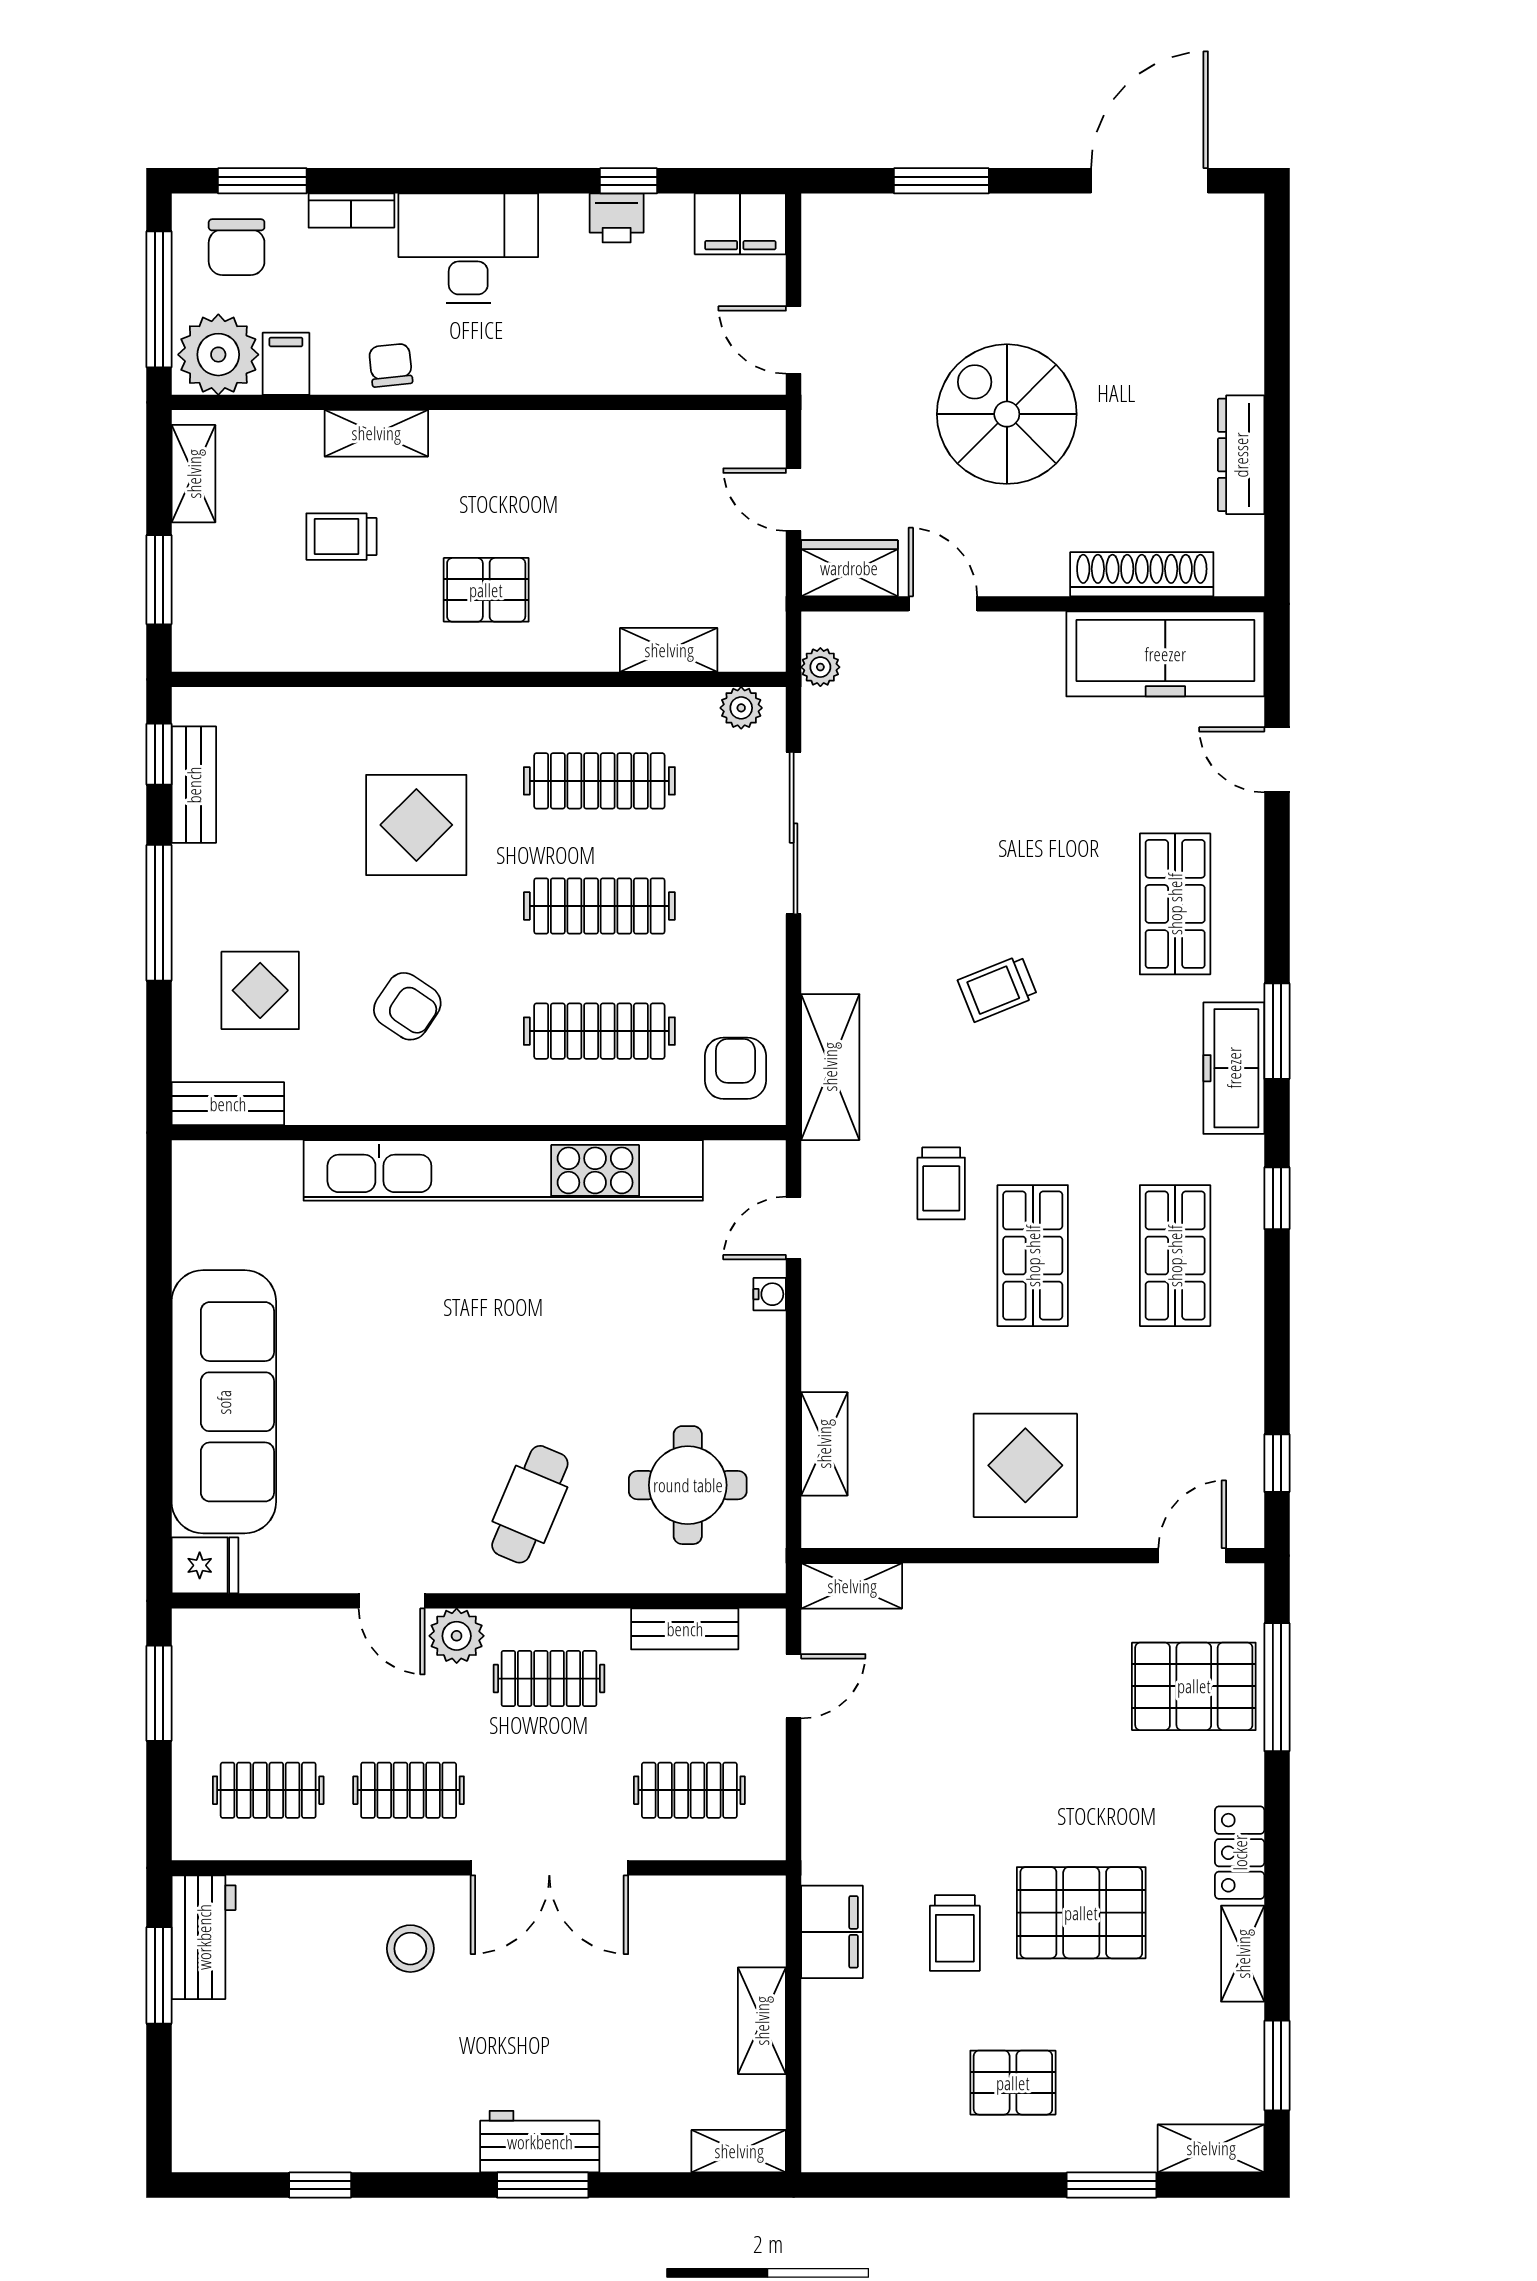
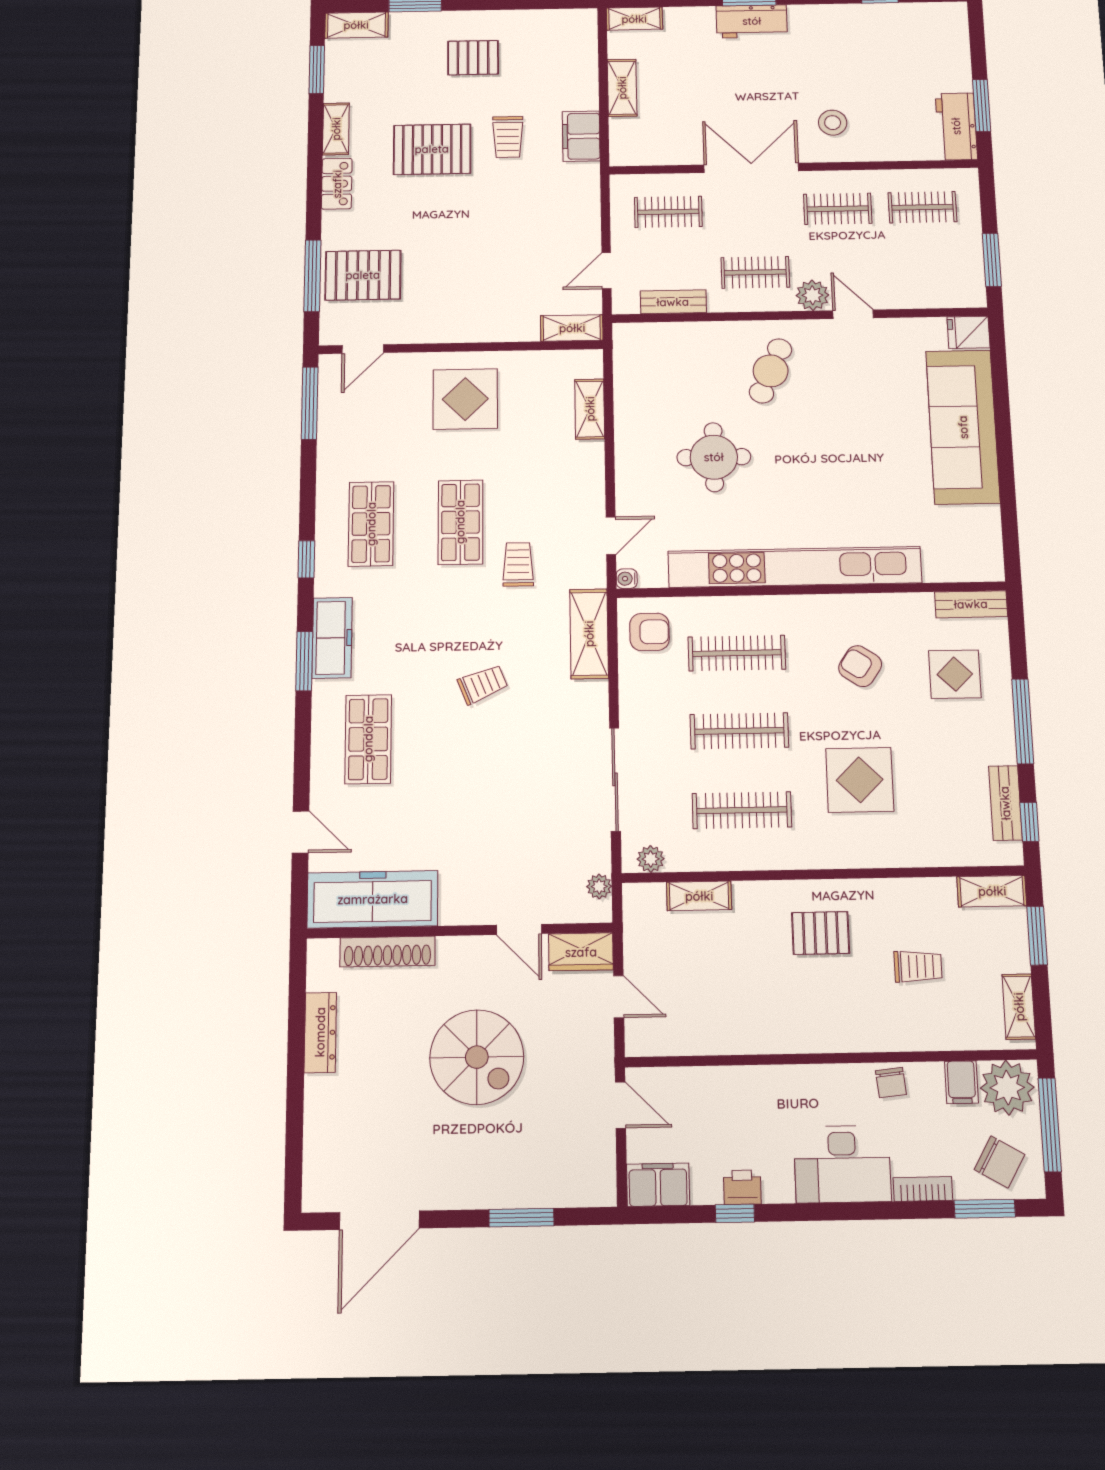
chair: (237, 247) -> (999, 1162), turned 120
shelving: (376, 433) -> (992, 891), moved
armchair: (735, 1068) -> (649, 632), turned -90
water cooler: (770, 1294) -> (627, 579), moved
window: (1277, 1463) -> (310, 403), width x2.17
round table: (688, 1485) -> (714, 457), moved
trolley: (955, 1933) -> (508, 137), turned 180

